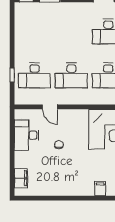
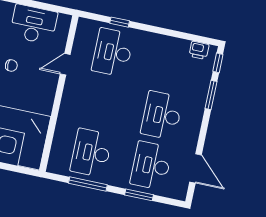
printer: (20, 15) -> (199, 50), added
desk: (71, 75) -> (162, 115), moved

